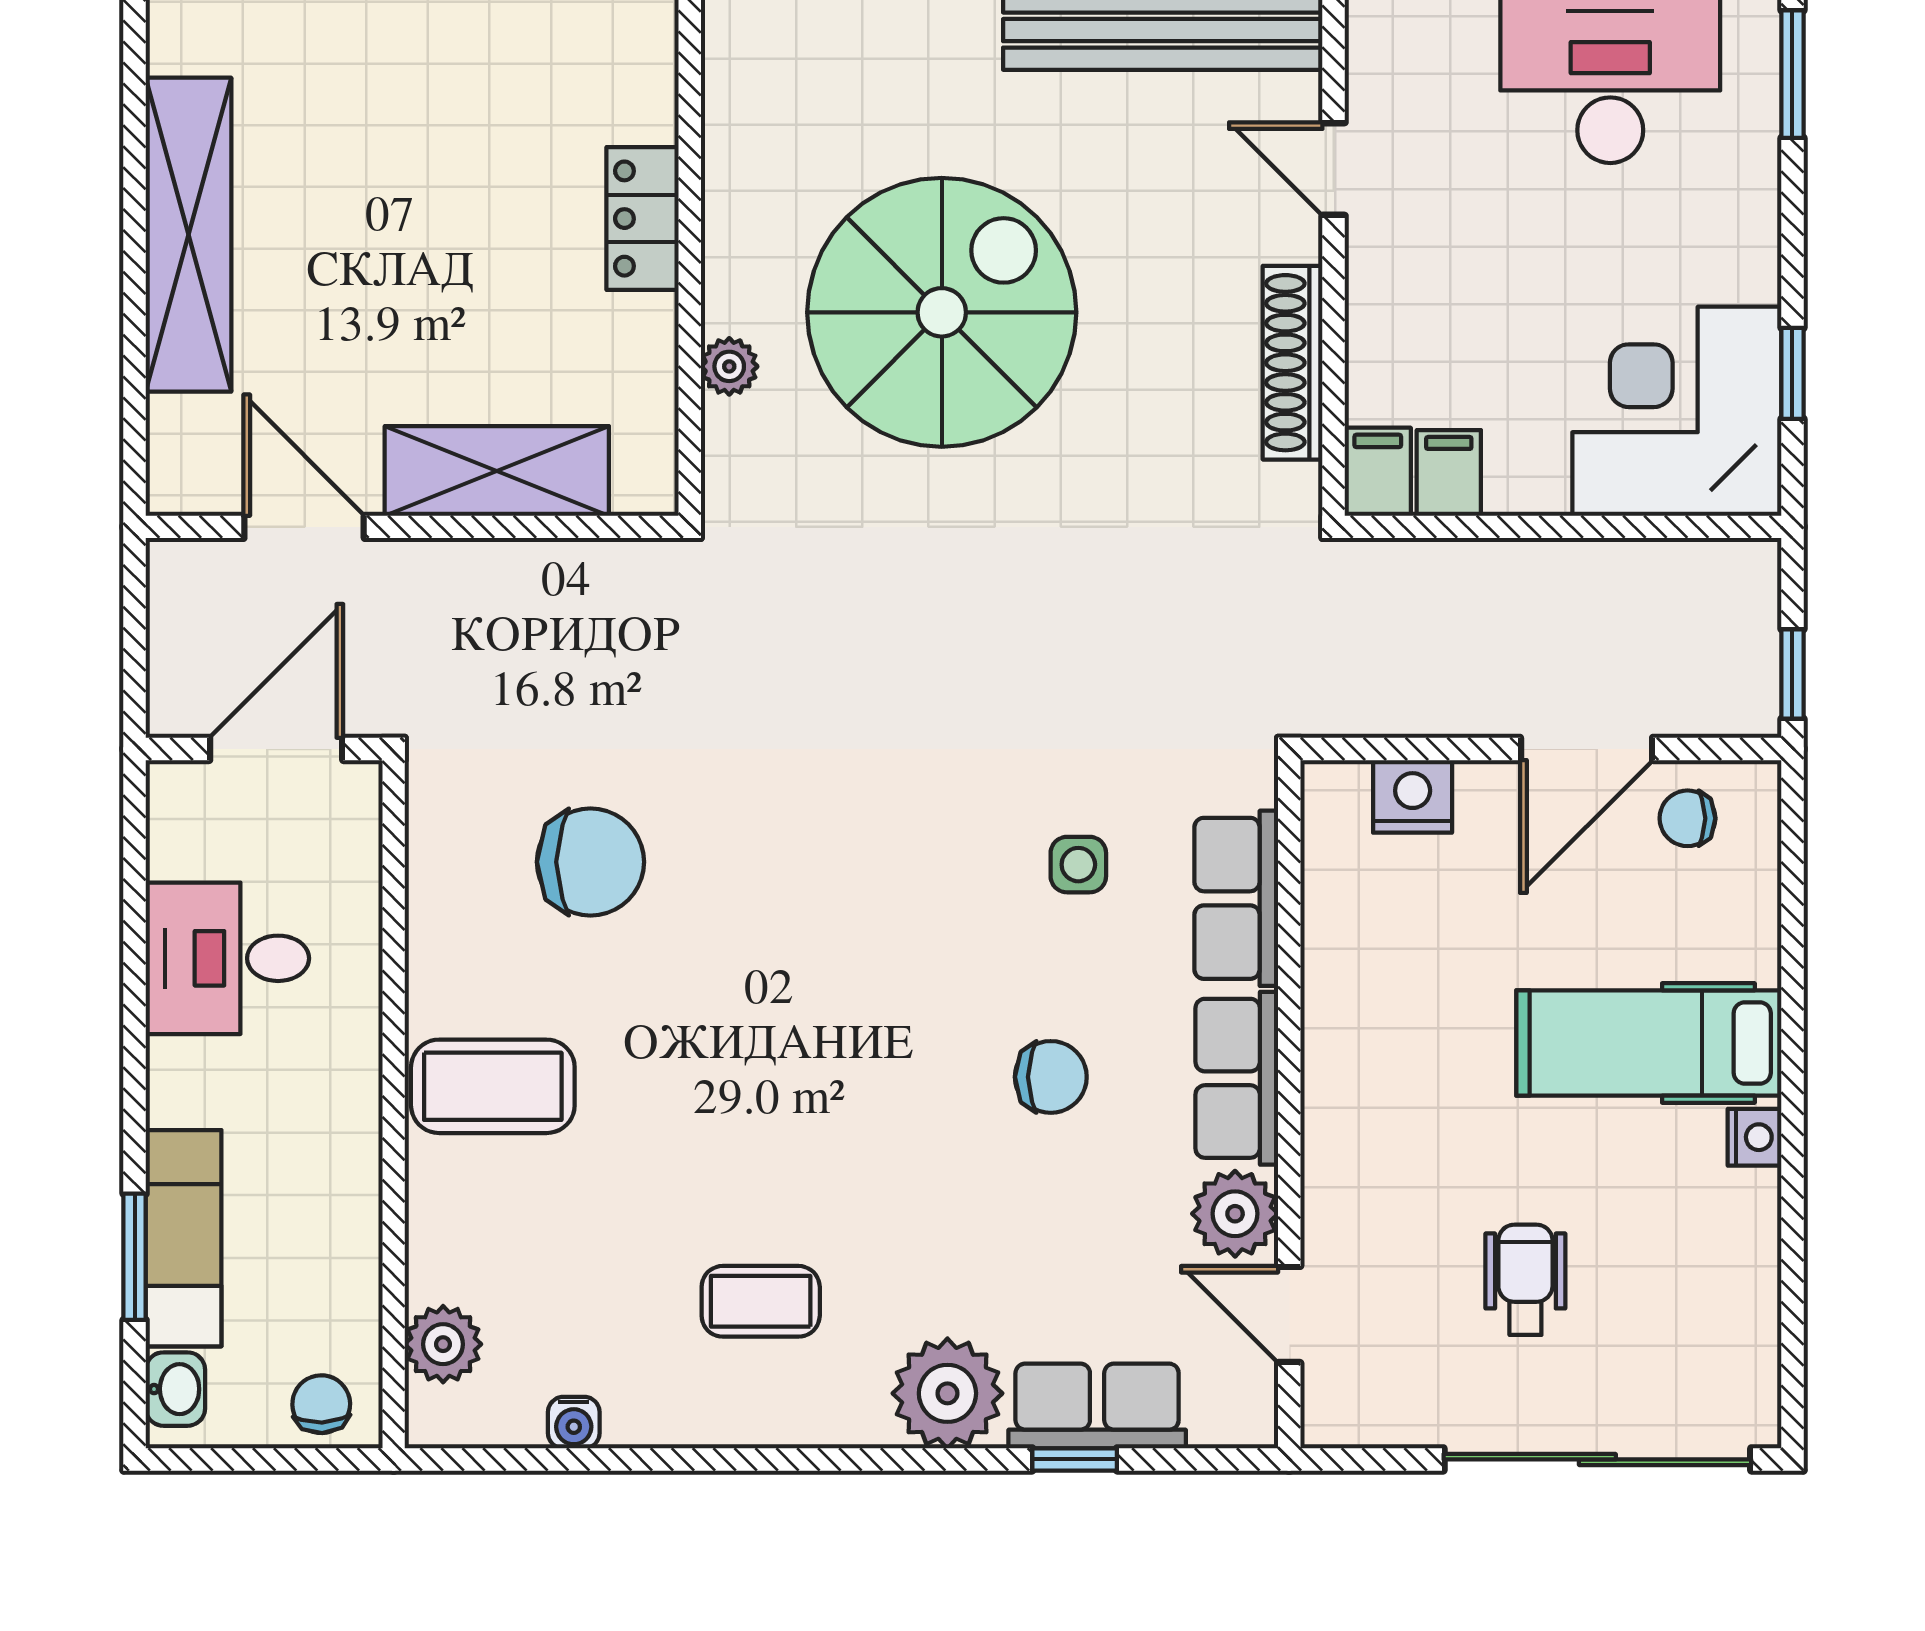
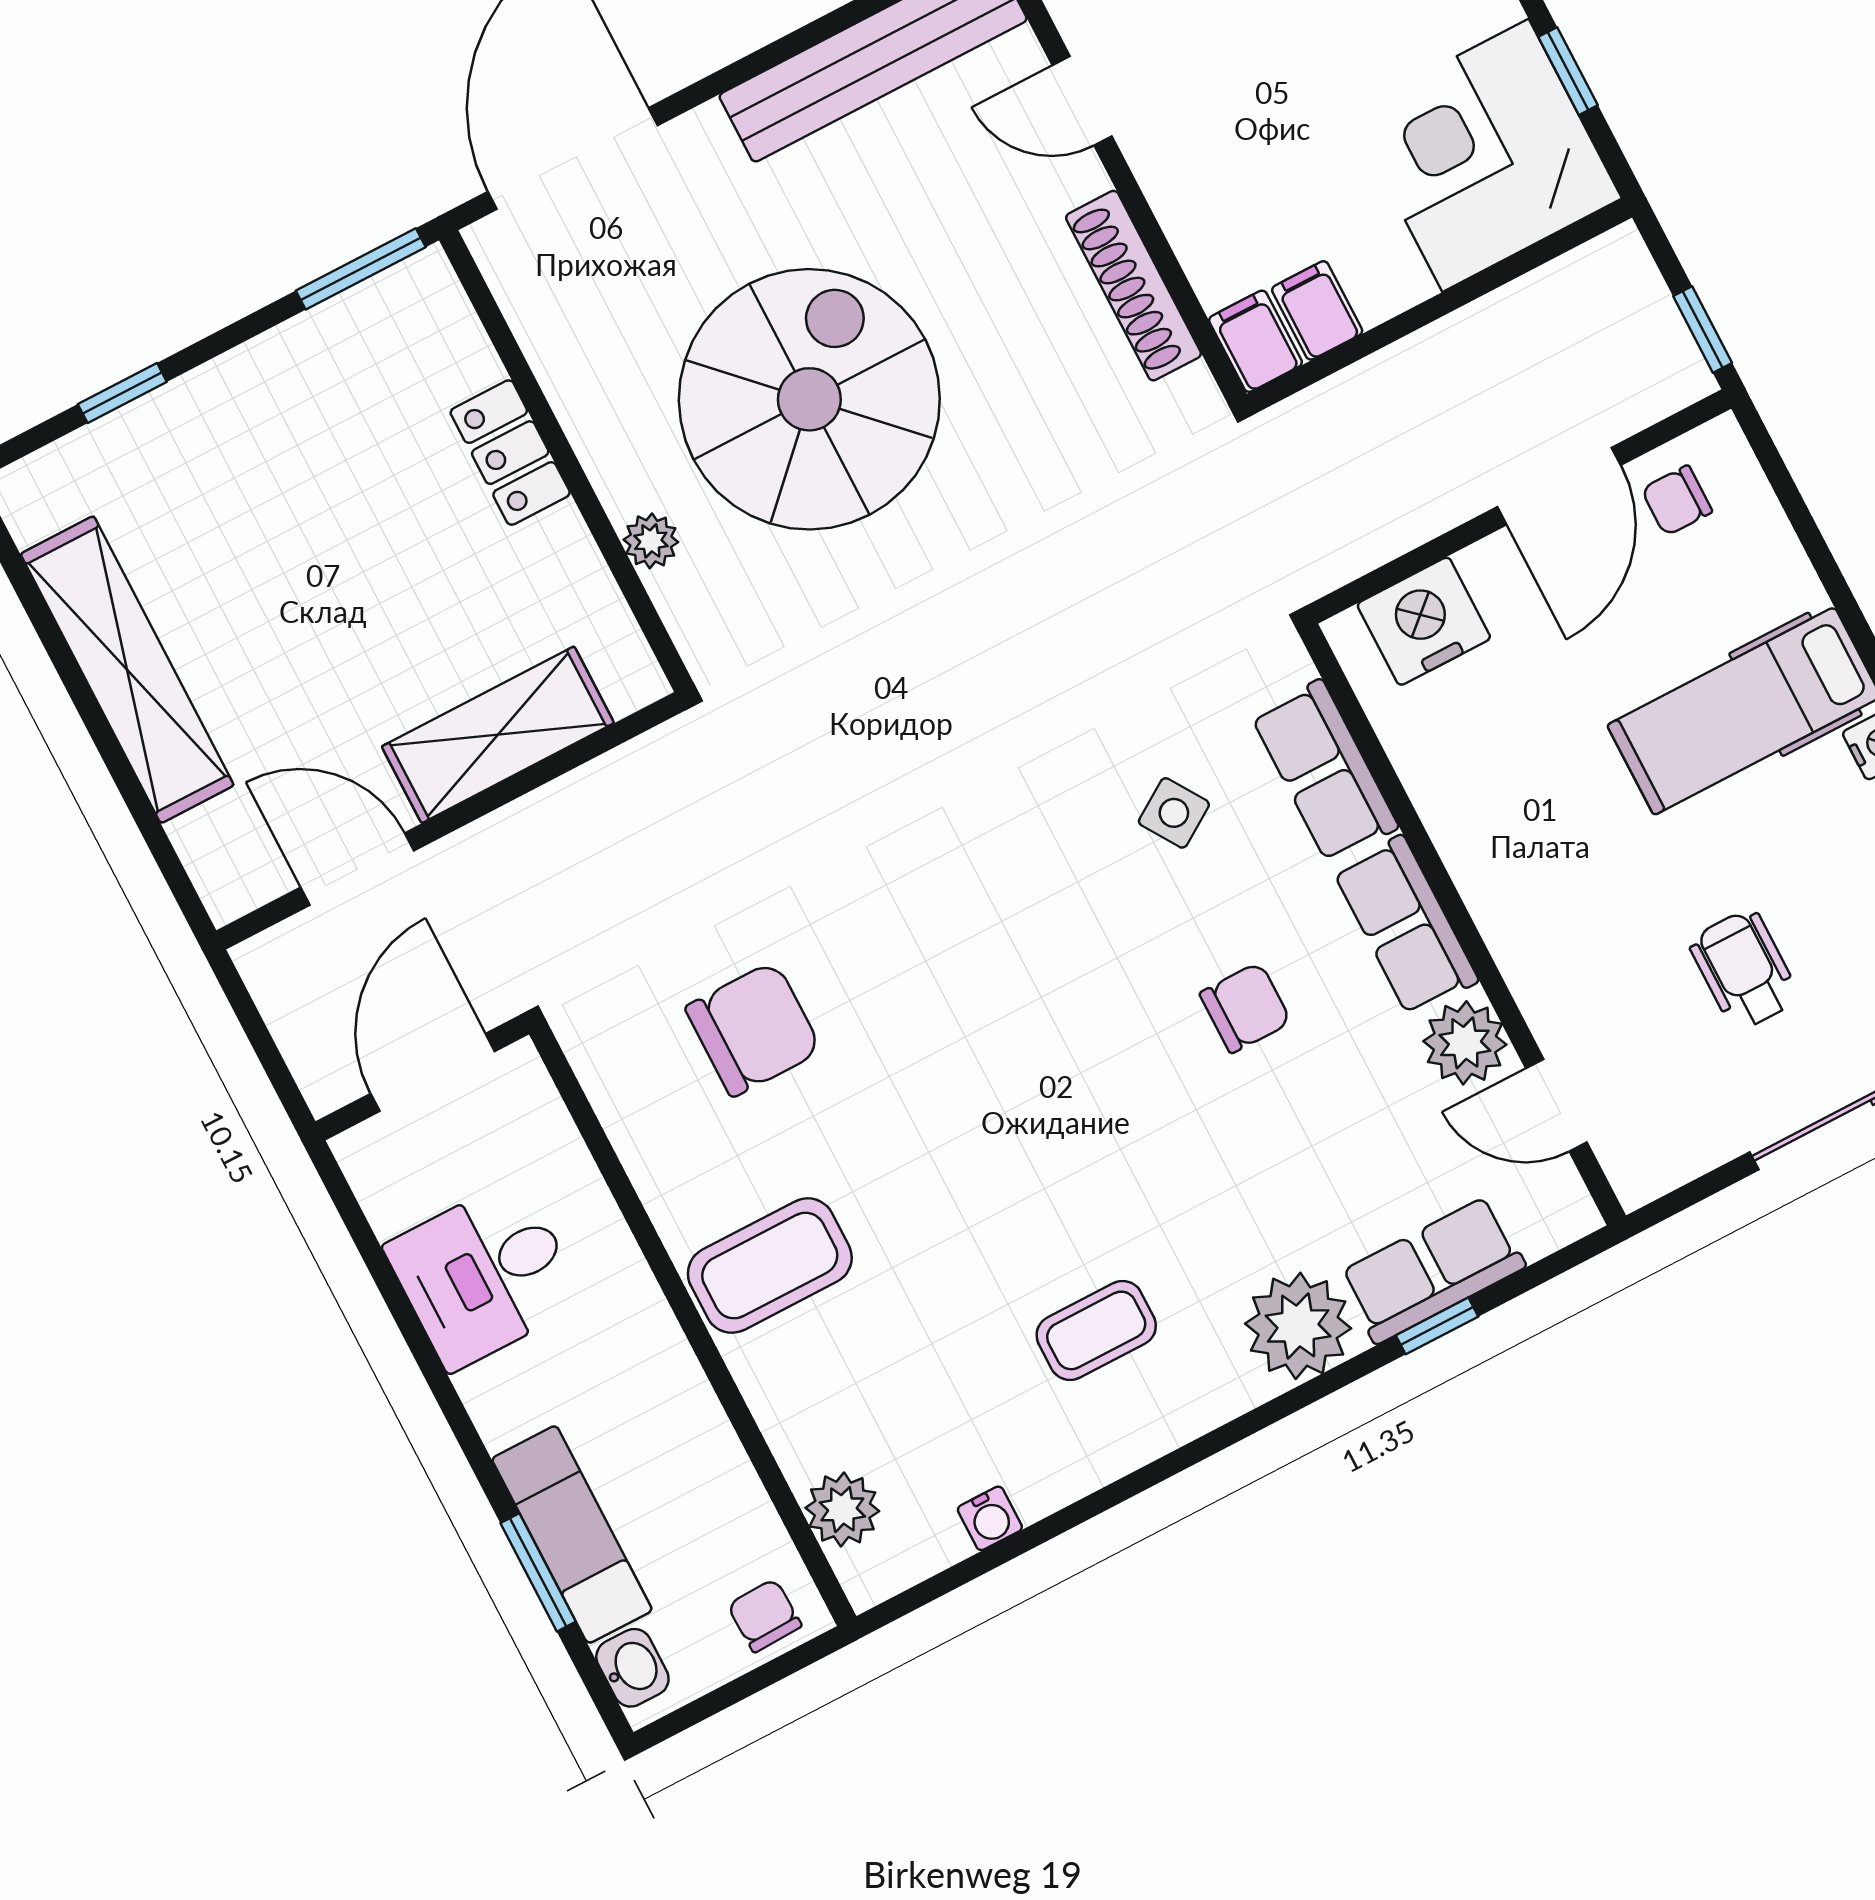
nightstand: (1413, 796) -> (1424, 621), width x1.36, depth x1.33
side table: (1078, 865) -> (1174, 813), turned -33

